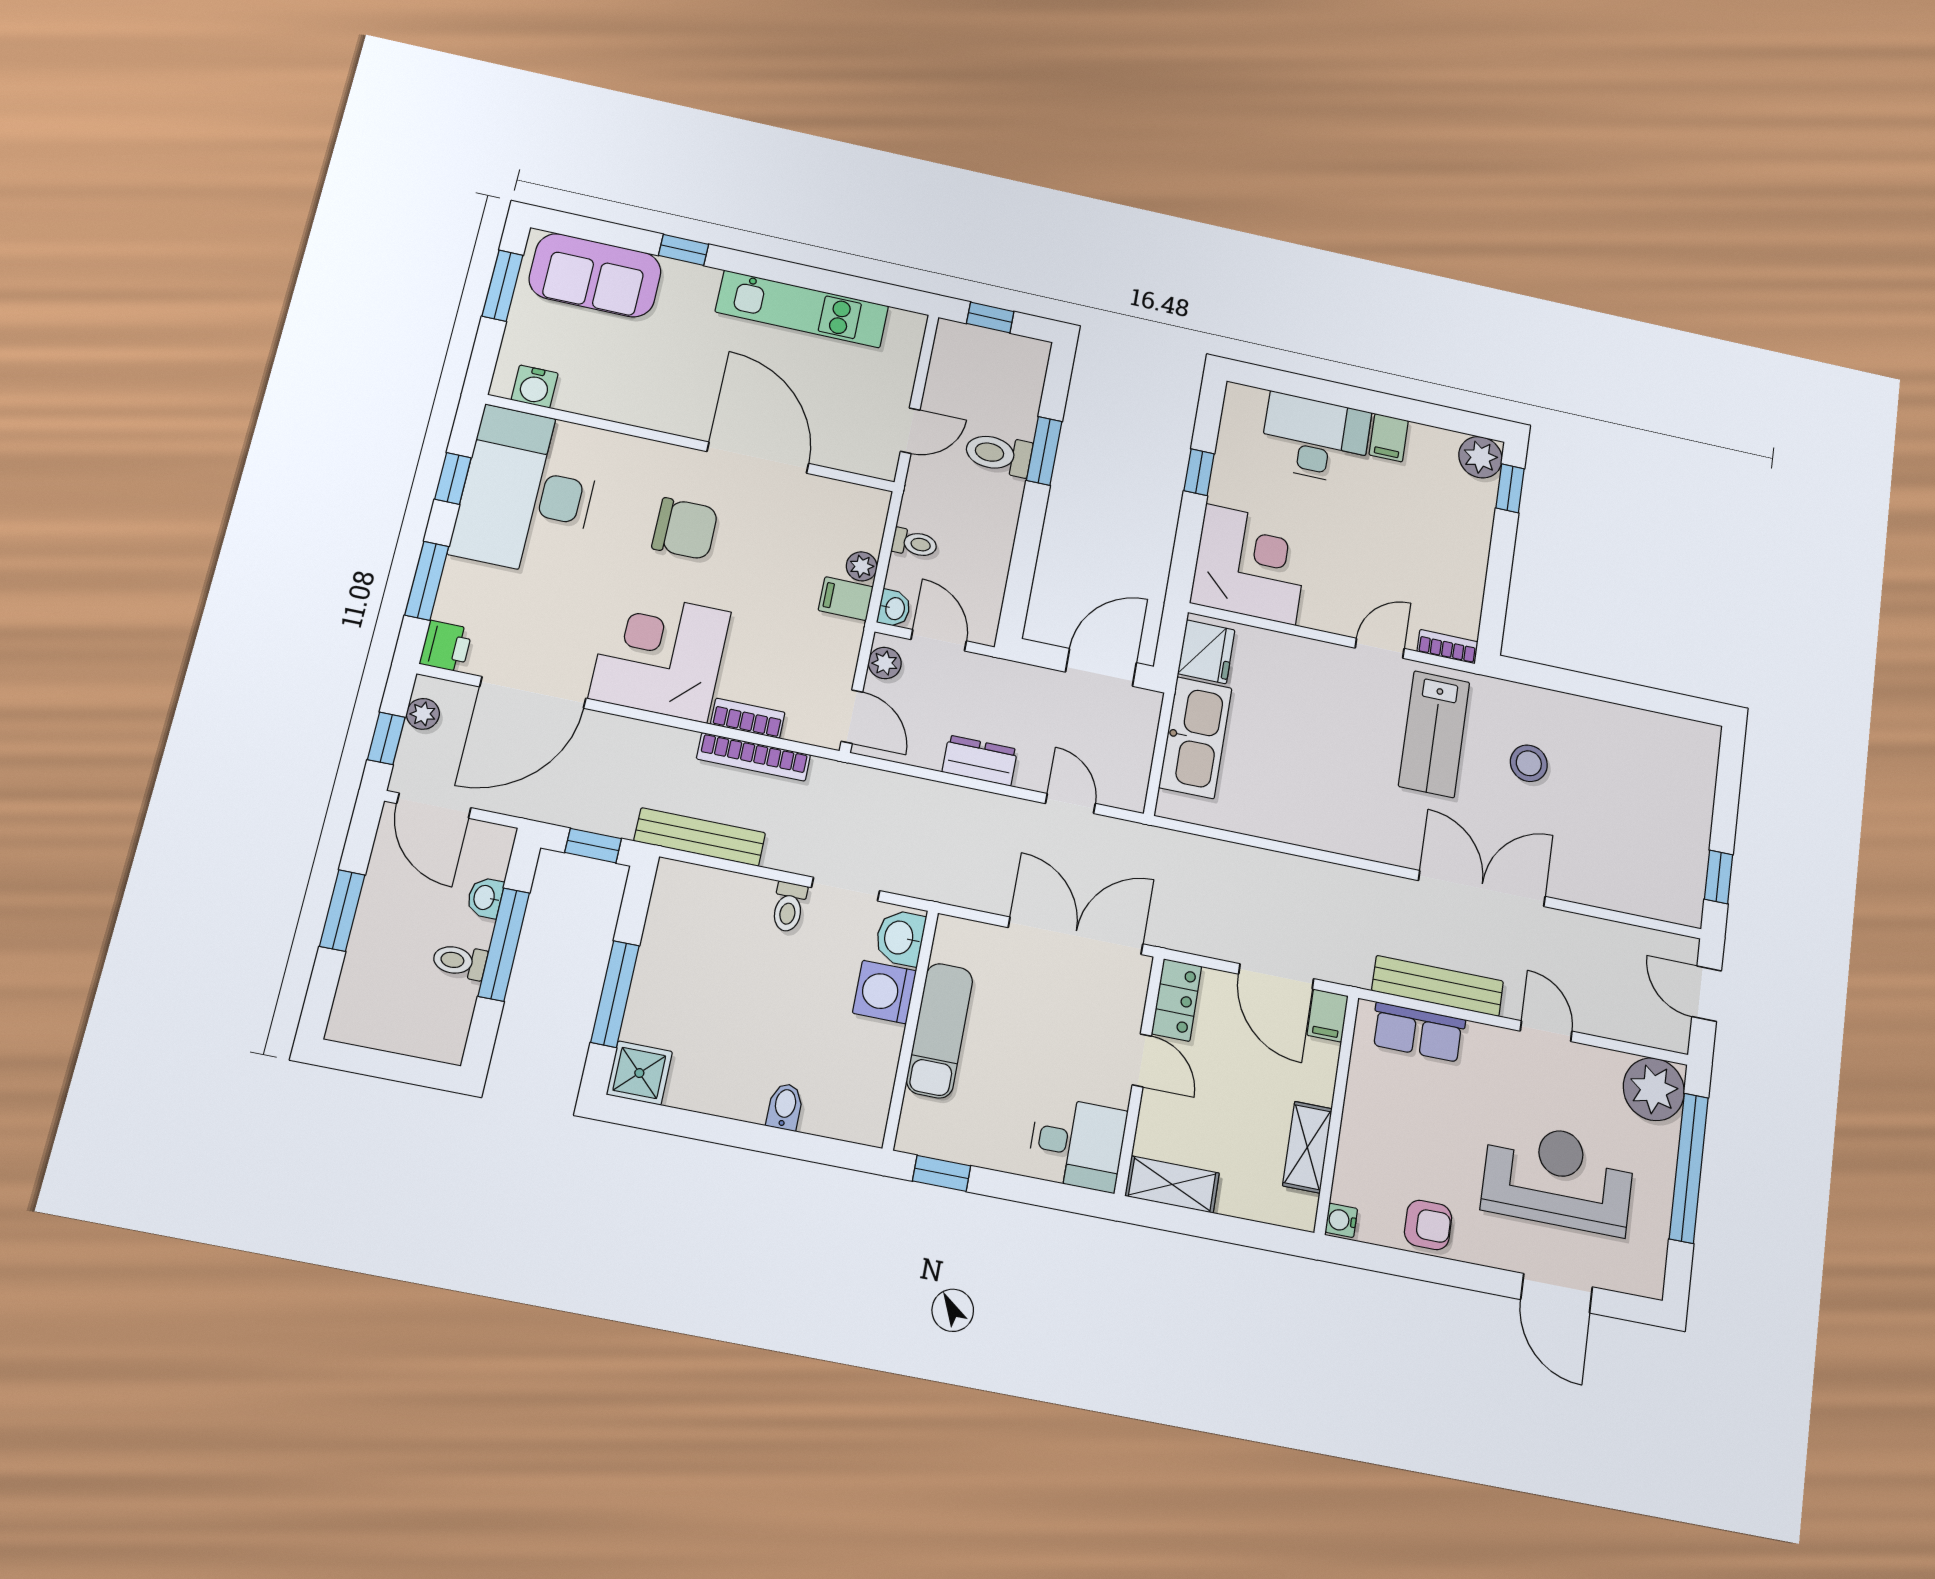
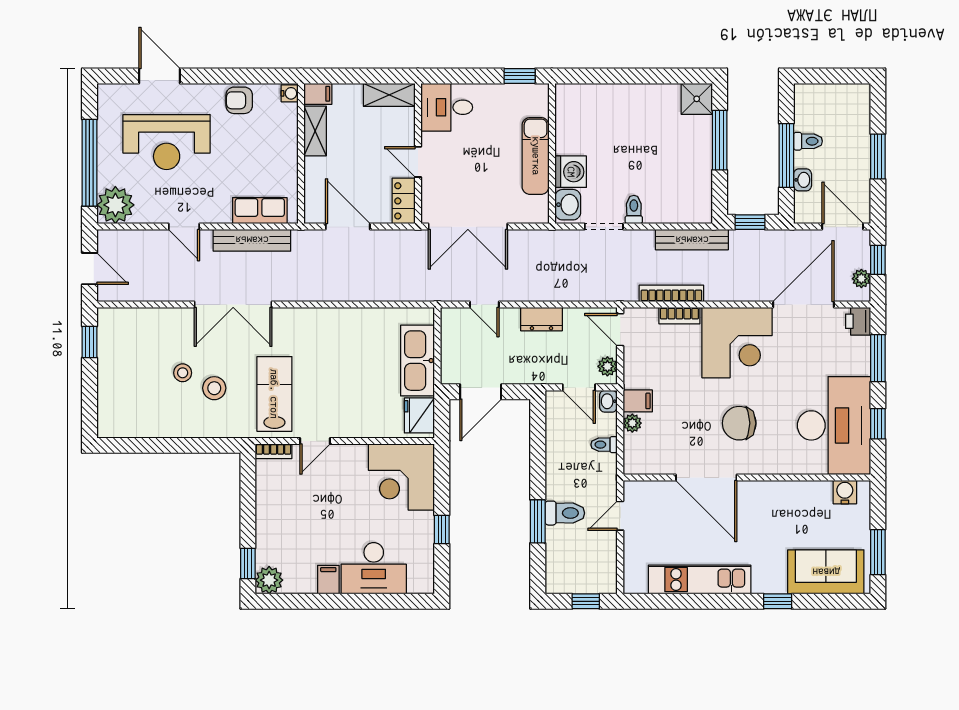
stool: (1576, 798) -> (183, 373), added
filing cabinet: (1328, 1016) -> (318, 94), moved, turned 90
bidet: (785, 1107) -> (613, 96), removed

